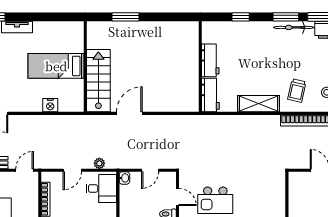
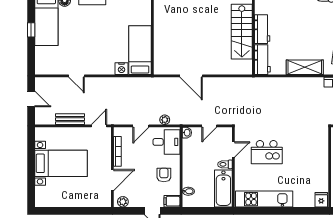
bed: (56, 66) -> (140, 50), moved, turned 90
stairs: (98, 81) -> (242, 32), moved, turned 180
door: (129, 113) -> (191, 76), swing flipped
door: (178, 197) -> (233, 149), hinge flipped

